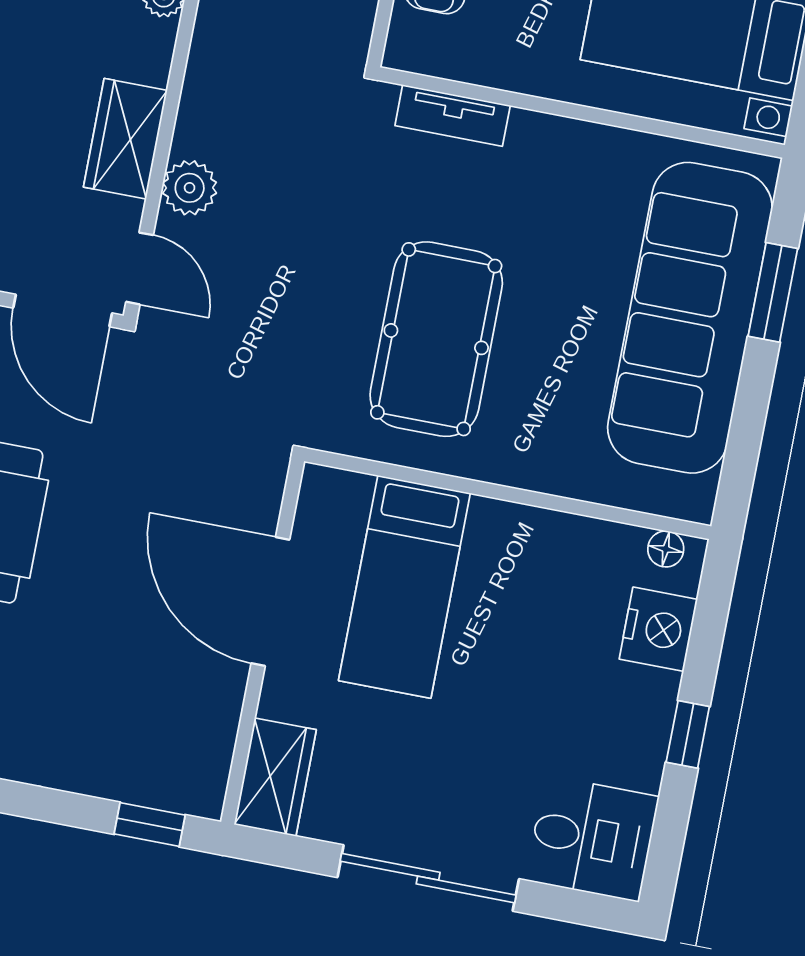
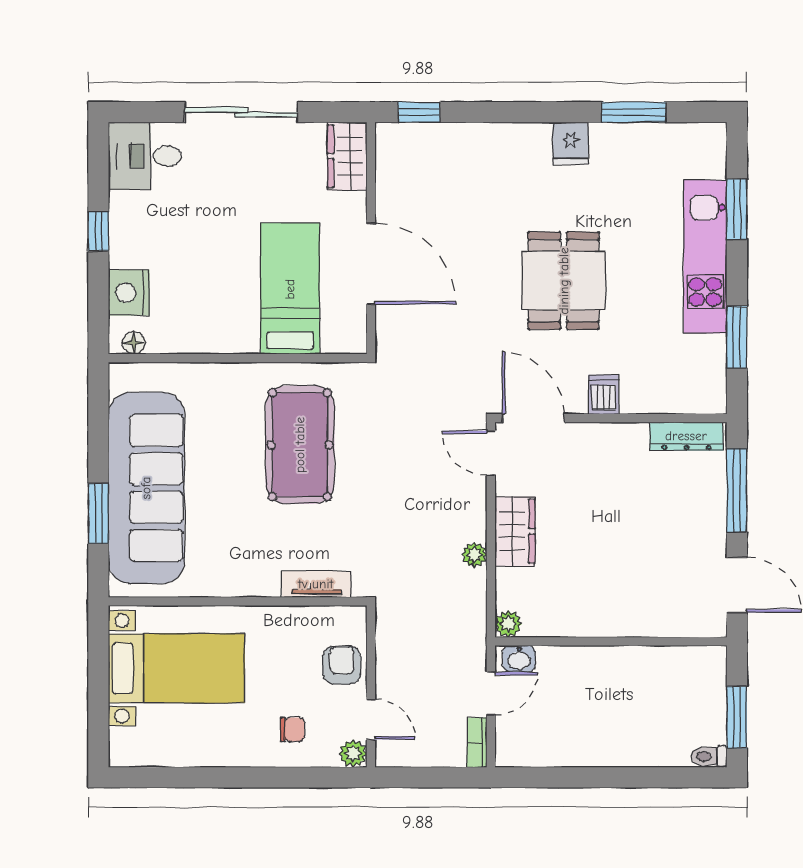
plant: (190, 188) -> (474, 555), moved, width x0.73, depth x0.73

